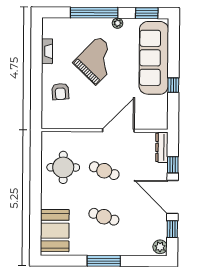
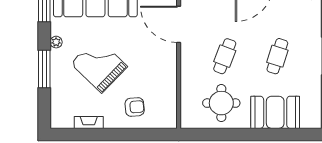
window: (94, 13) -> (44, 69), width x0.68
door: (118, 130) -> (179, 24), moved
booth: (55, 231) -> (275, 112), moved

